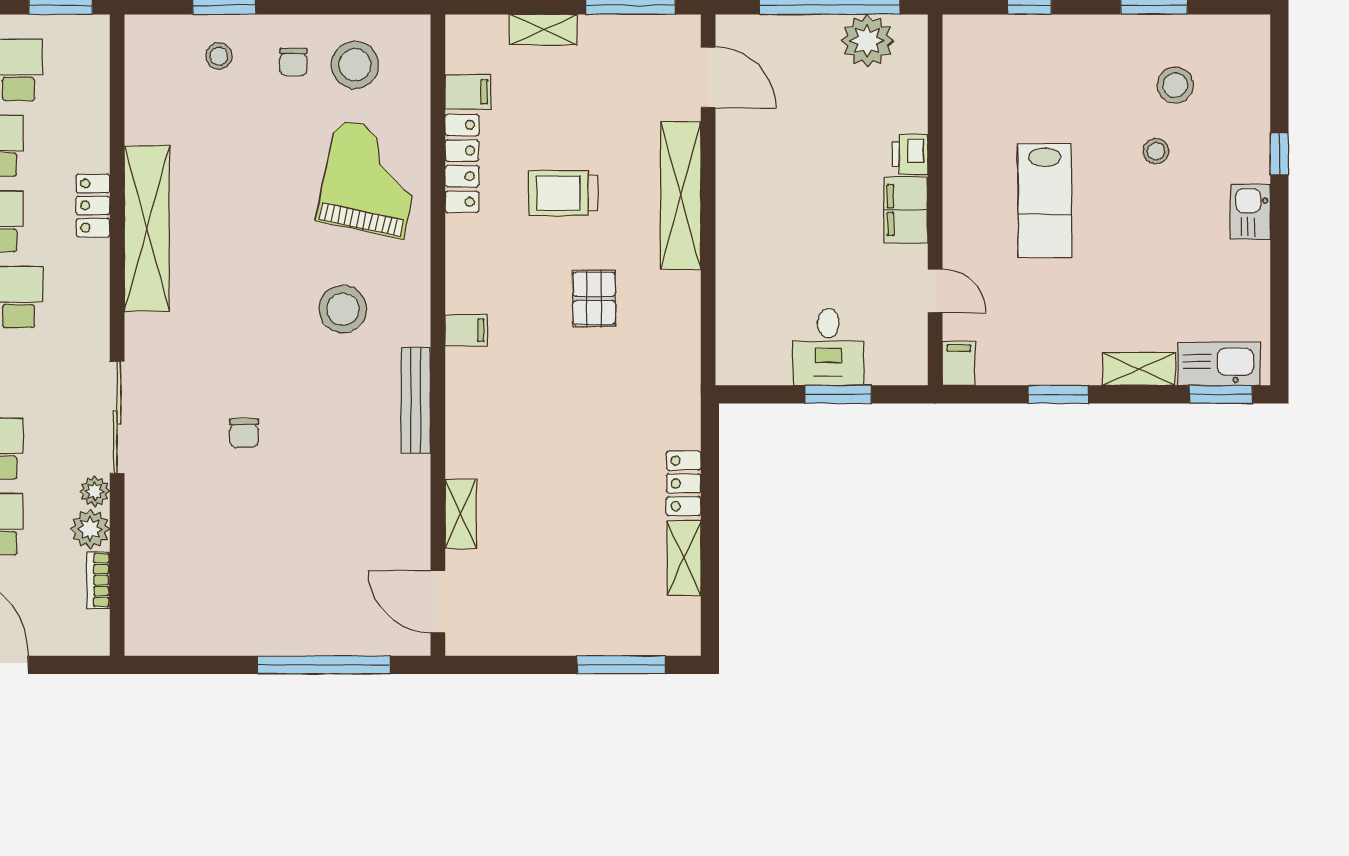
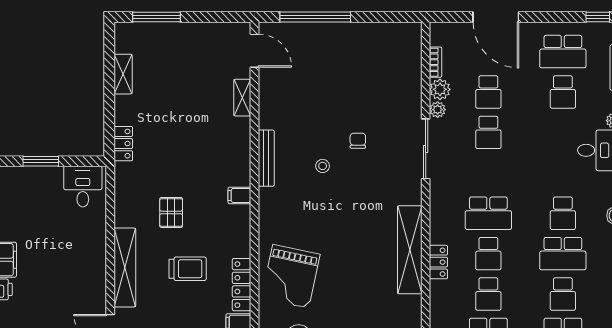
stool: (343, 309) -> (323, 166), moved, width x0.53, depth x0.53
desk: (828, 347) -> (83, 187), moved
locker: (684, 483) -> (123, 144), moved

